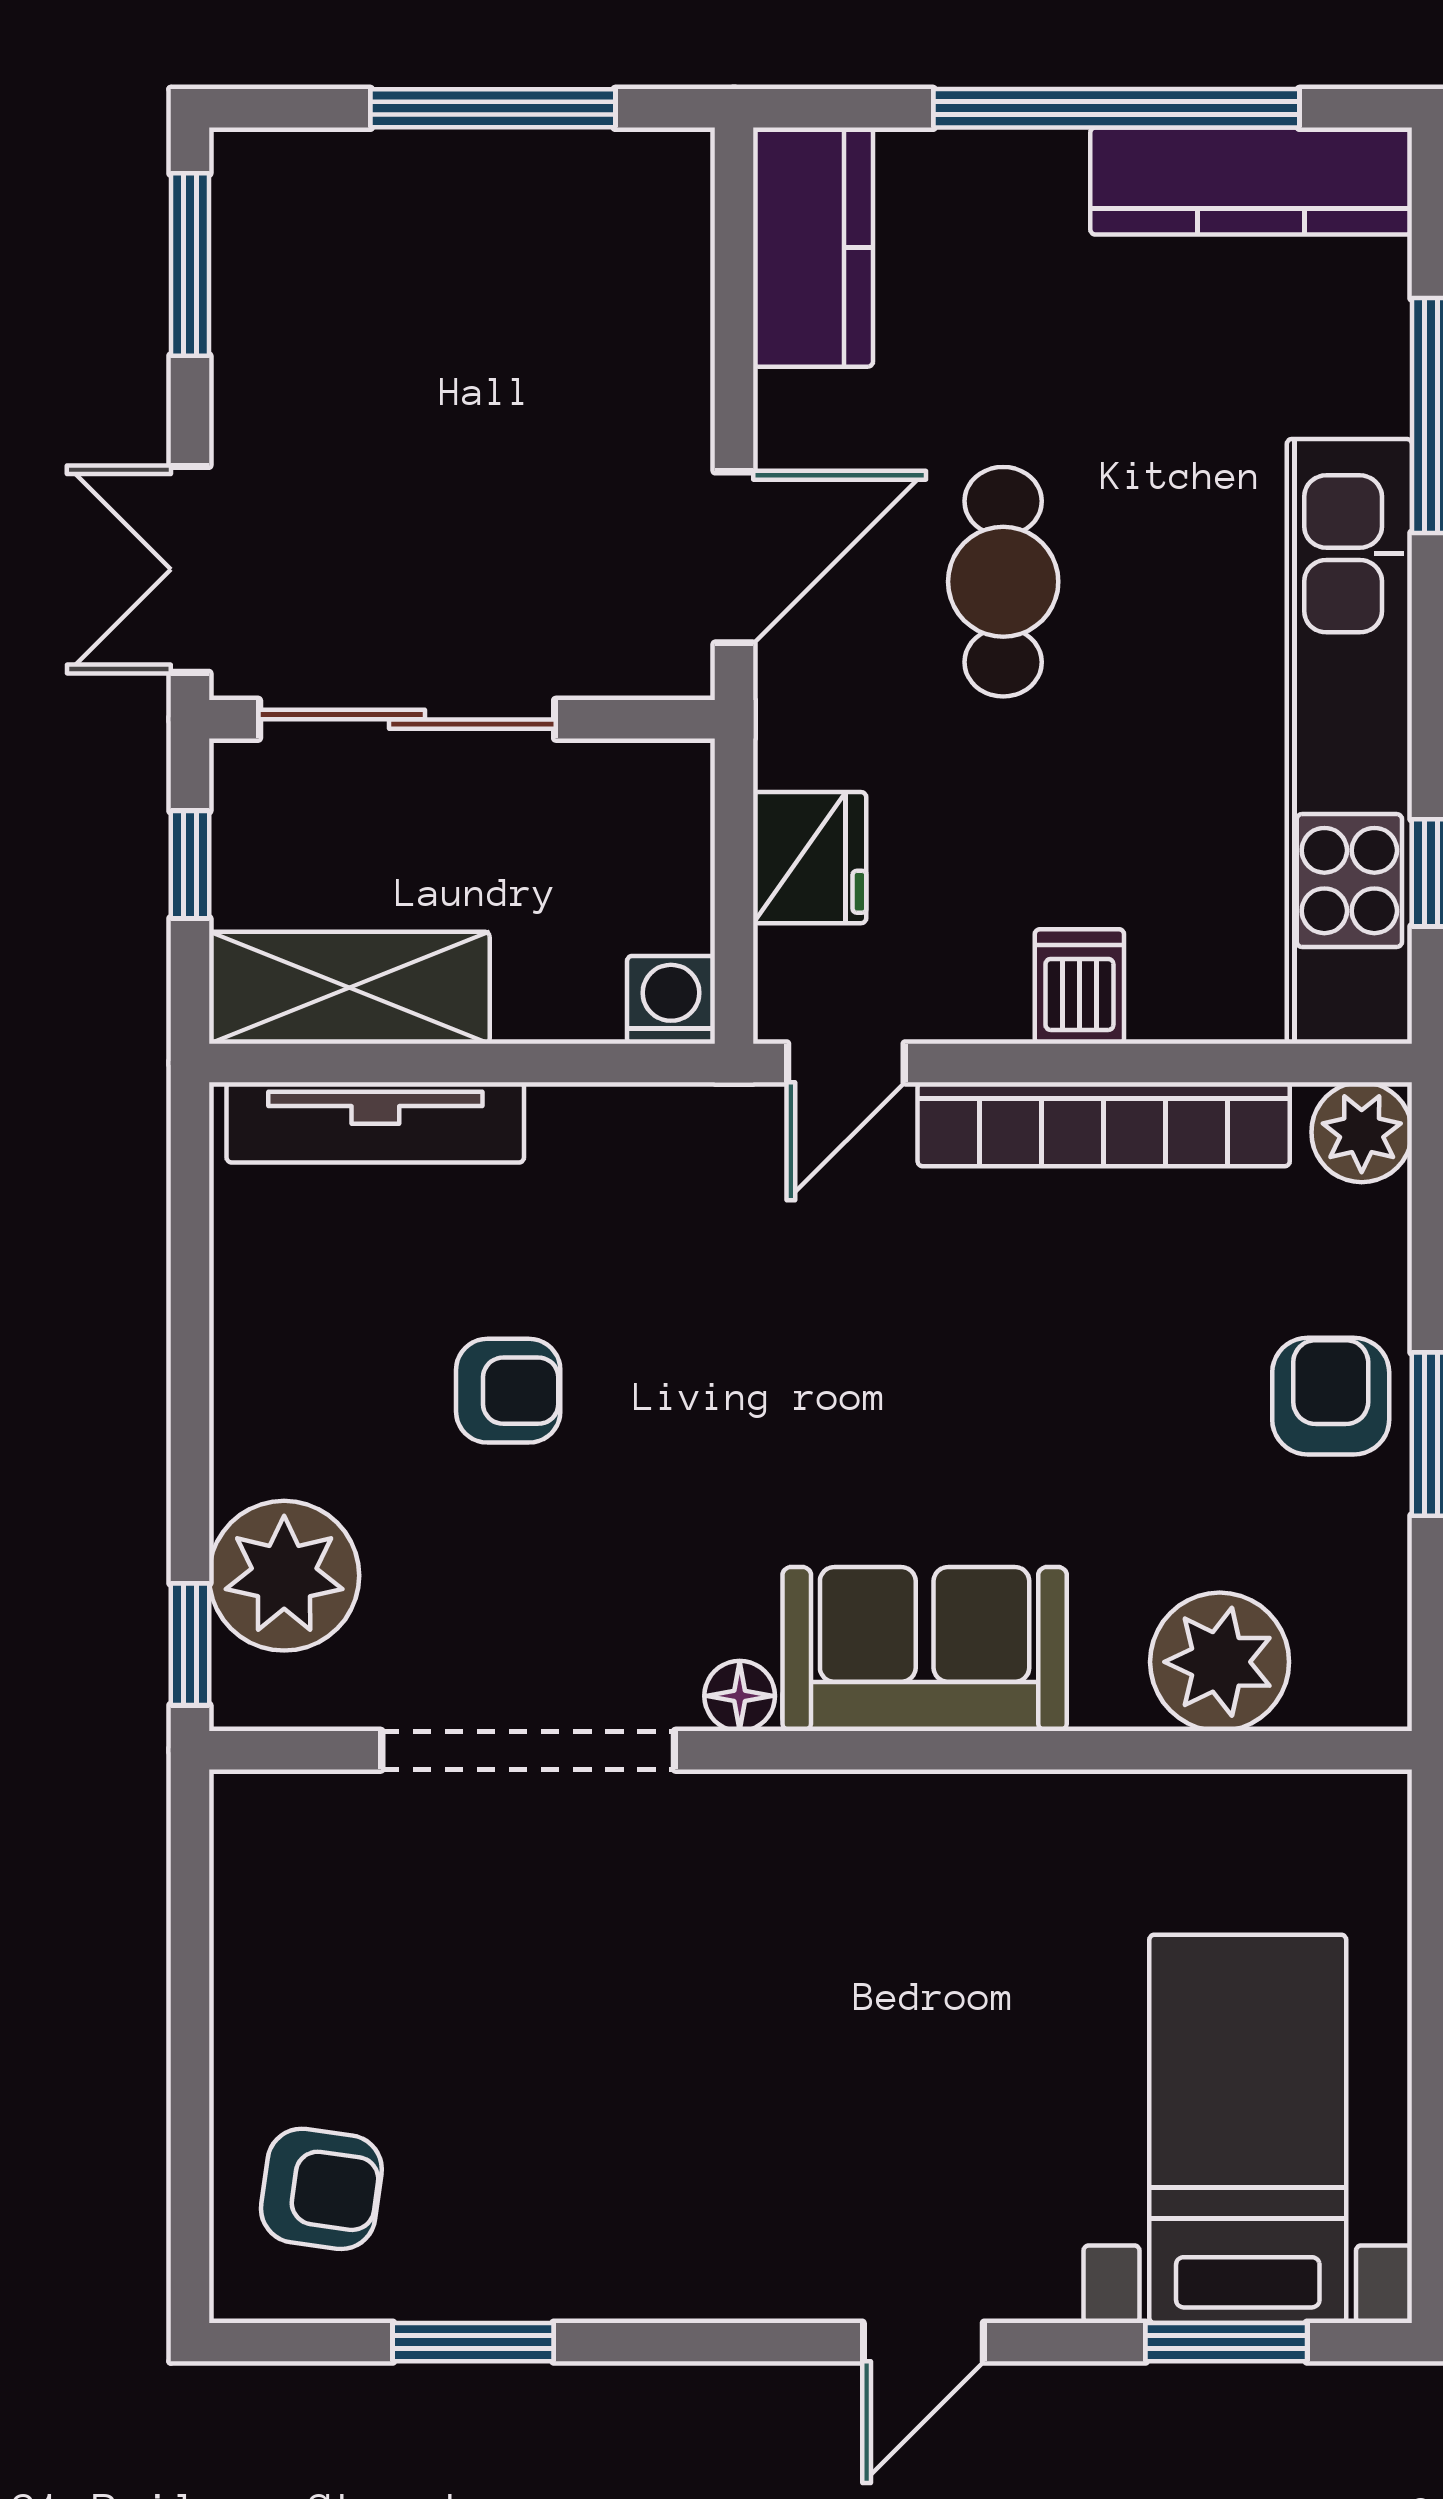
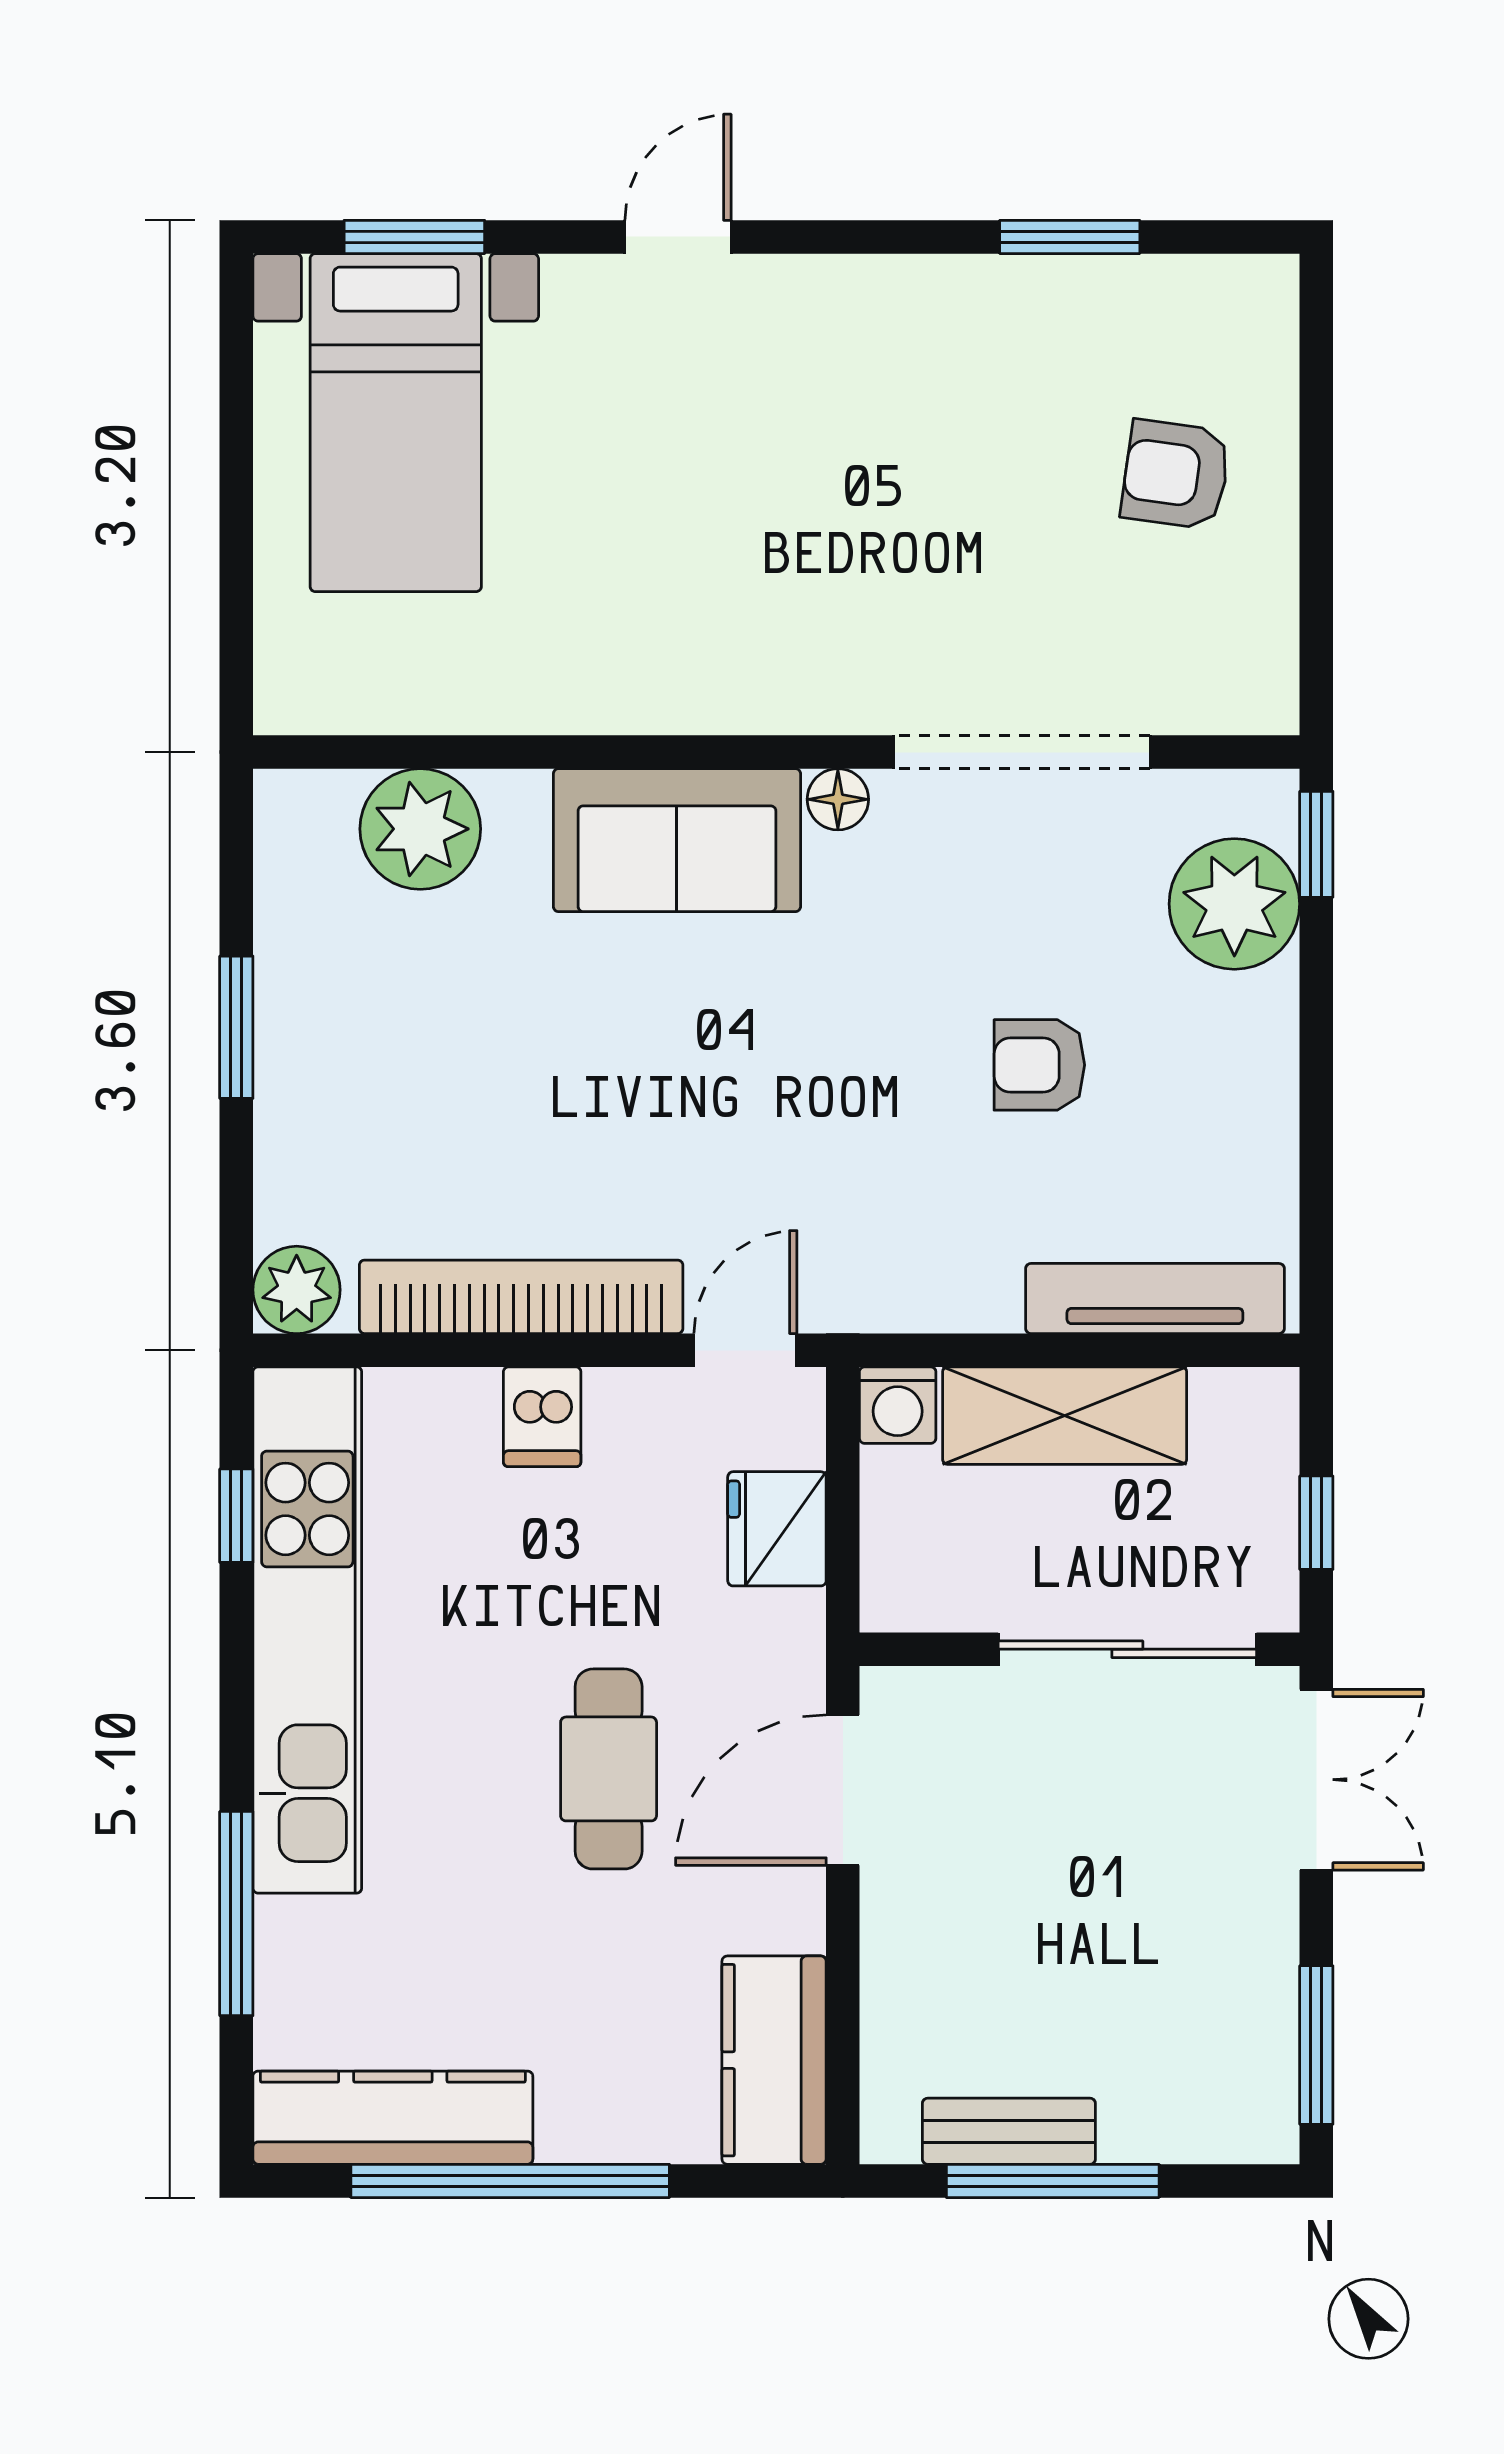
bench: (543, 165) -> (1009, 2131), added
shelving: (349, 988) -> (1065, 1416), moved
armchair: (1331, 1396) -> (324, 1060), removed
armchair: (321, 2189) -> (1176, 475), moved

